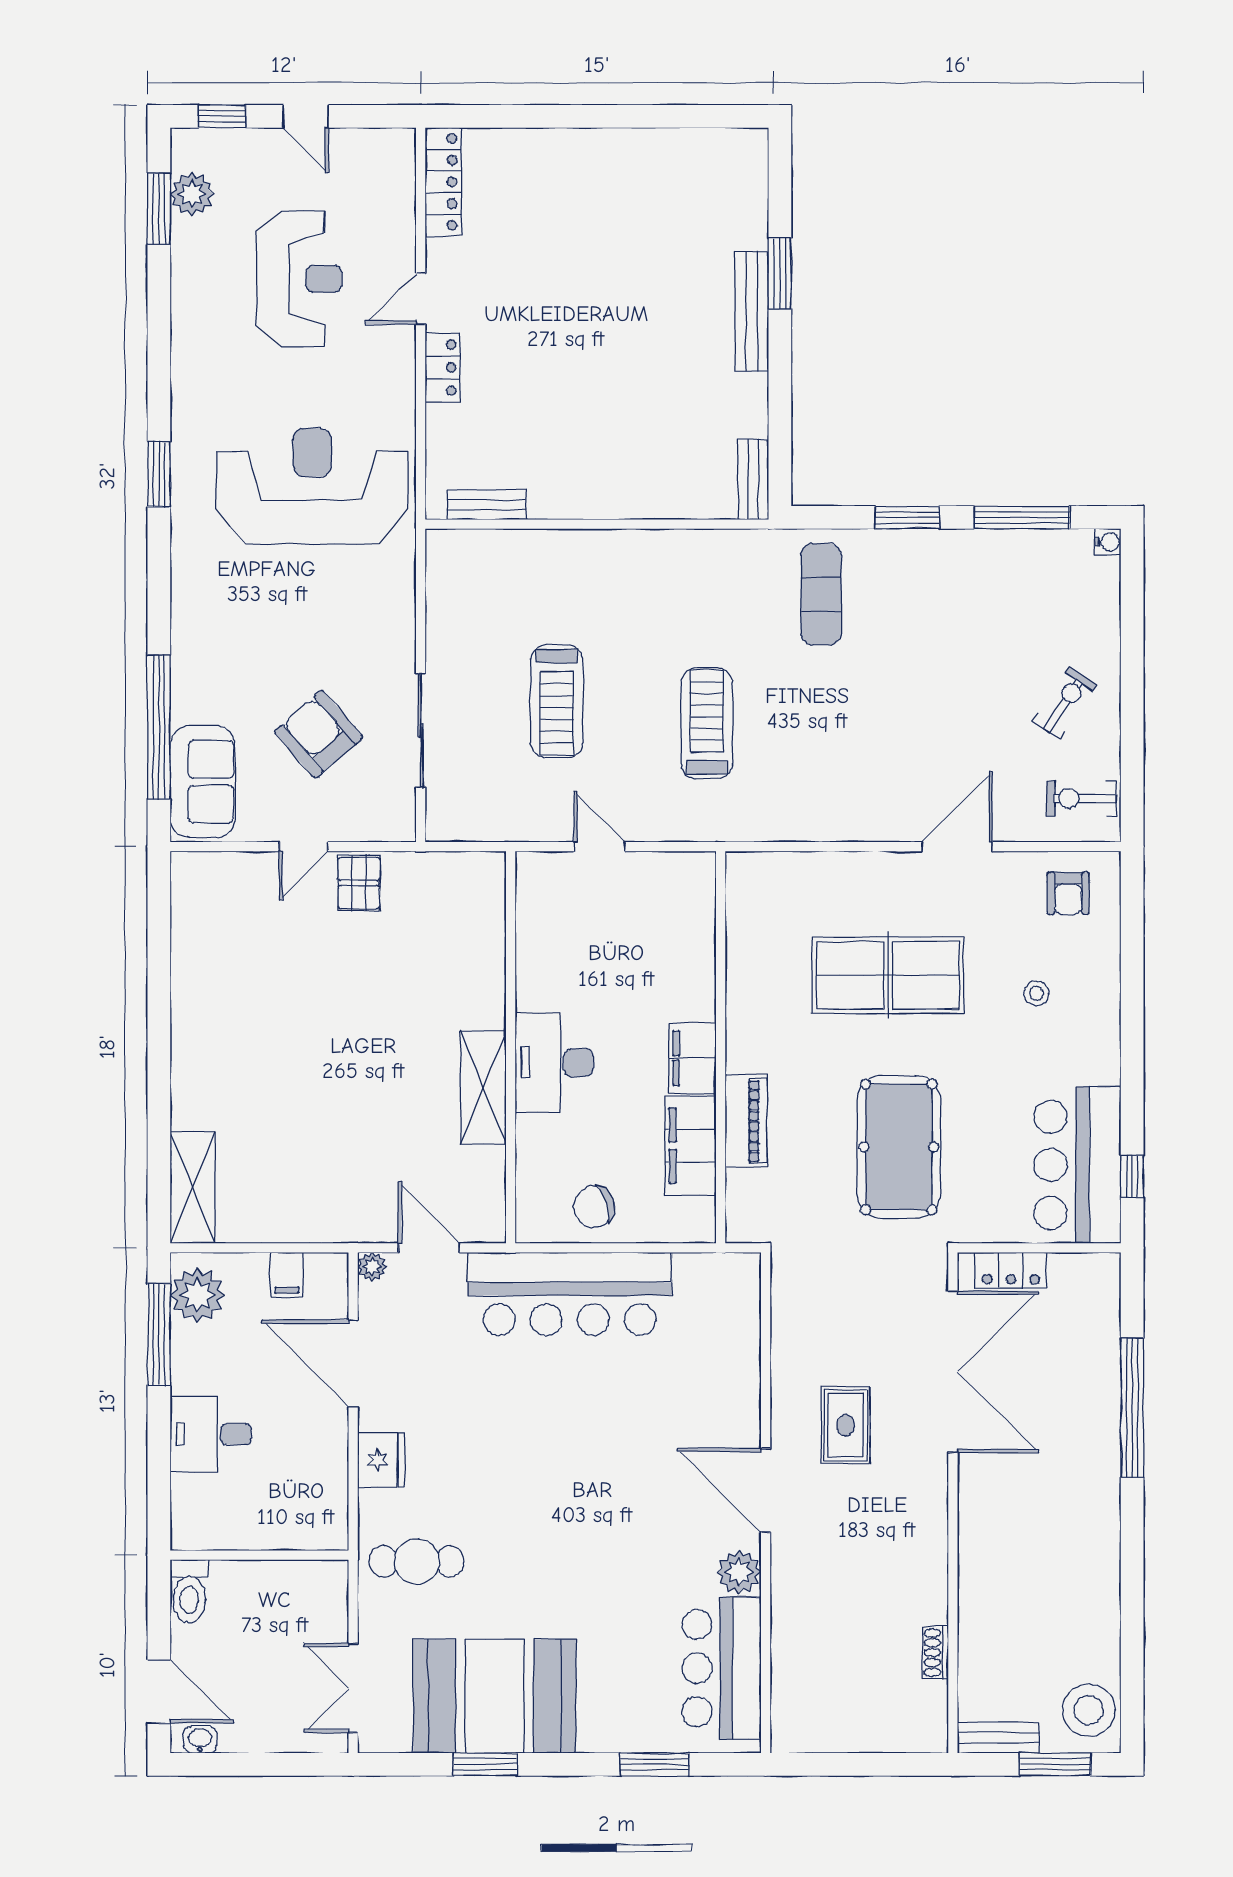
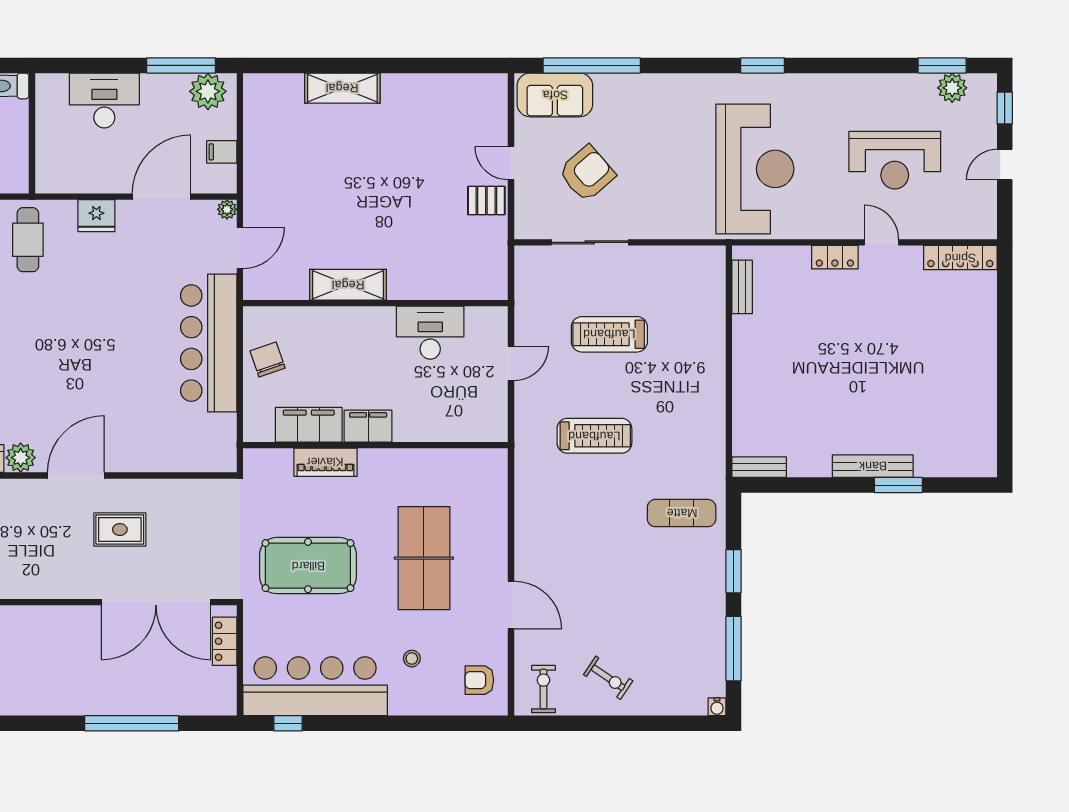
desk: (554, 1063) -> (430, 333), moved
bar counter: (1077, 1165) -> (315, 686), width x1.36
shelving: (193, 1187) -> (342, 88), moved
desk: (211, 1434) -> (104, 100), width x1.37

